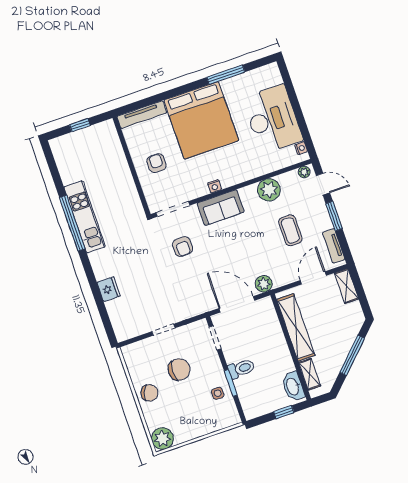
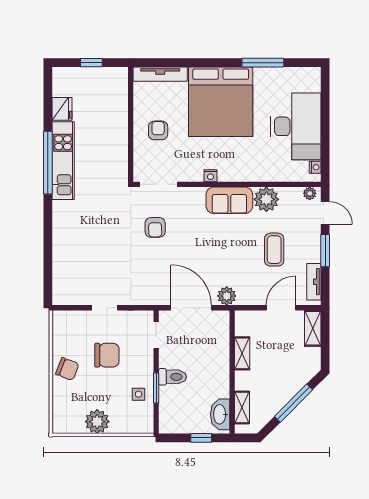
sofa: (221, 208) -> (229, 200), moved
fridge: (109, 289) -> (62, 109), moved
shelving: (296, 327) -> (242, 353), width x0.45, depth x0.75
plant: (162, 439) -> (97, 422), moved

